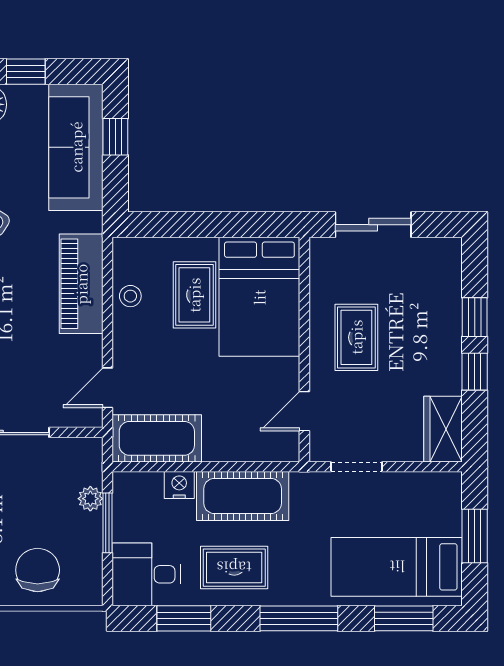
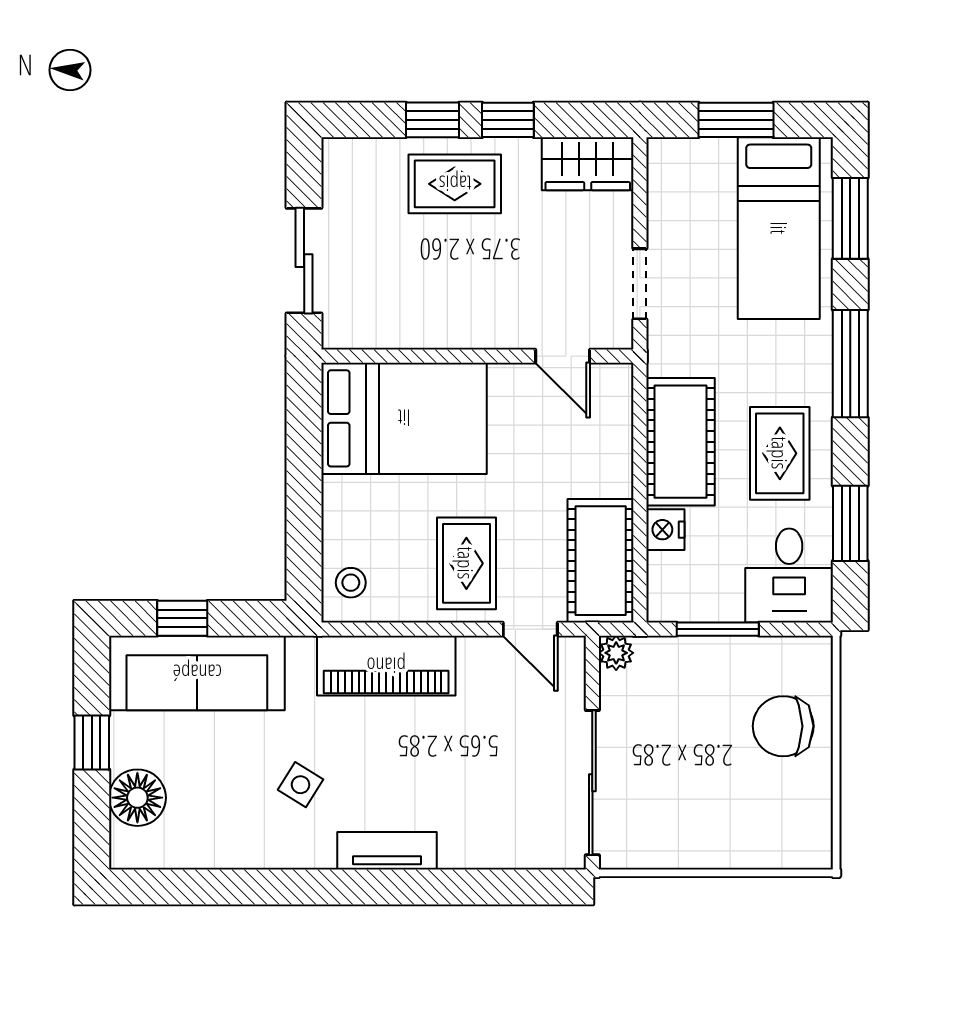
rug: (194, 295) -> (466, 563), moved, turned 90
stool: (130, 296) -> (351, 583), moved
rug: (356, 337) -> (455, 184), moved
plant: (90, 499) -> (616, 653), moved

